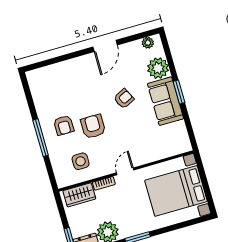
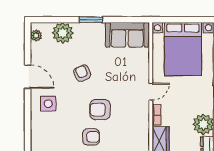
sofa: (165, 101) -> (127, 35), moved
side table: (81, 161) -> (48, 104), moved
door: (125, 171) -> (151, 92), swing flipped

